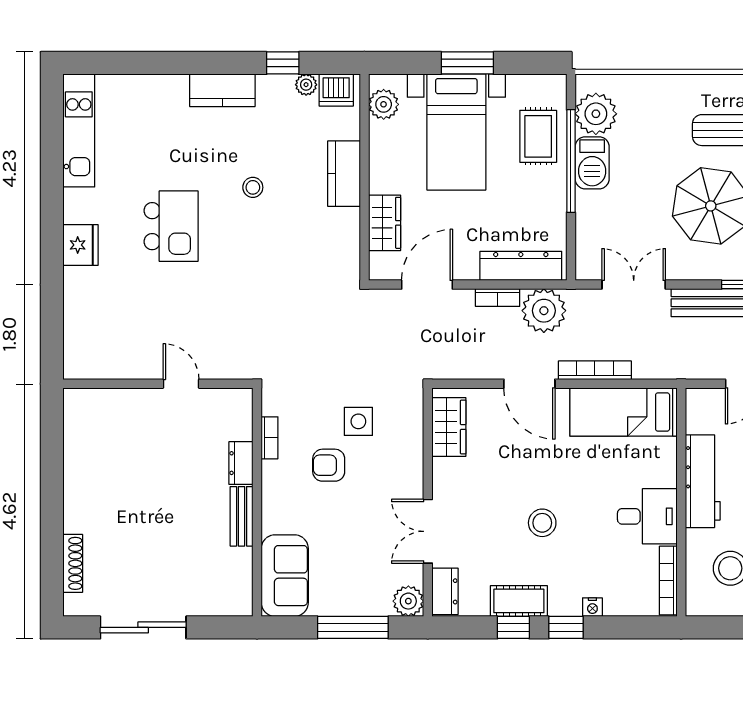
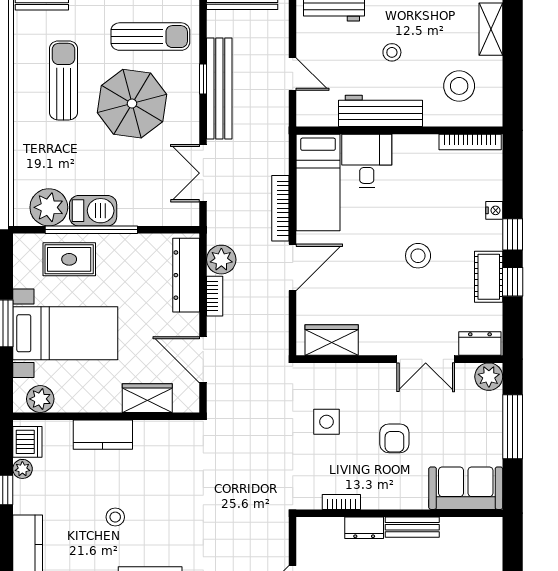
plant: (544, 311) -> (221, 260), width x0.73, depth x0.73
armchair: (329, 465) -> (394, 438), moved
desk: (647, 516) -> (367, 161), moved

